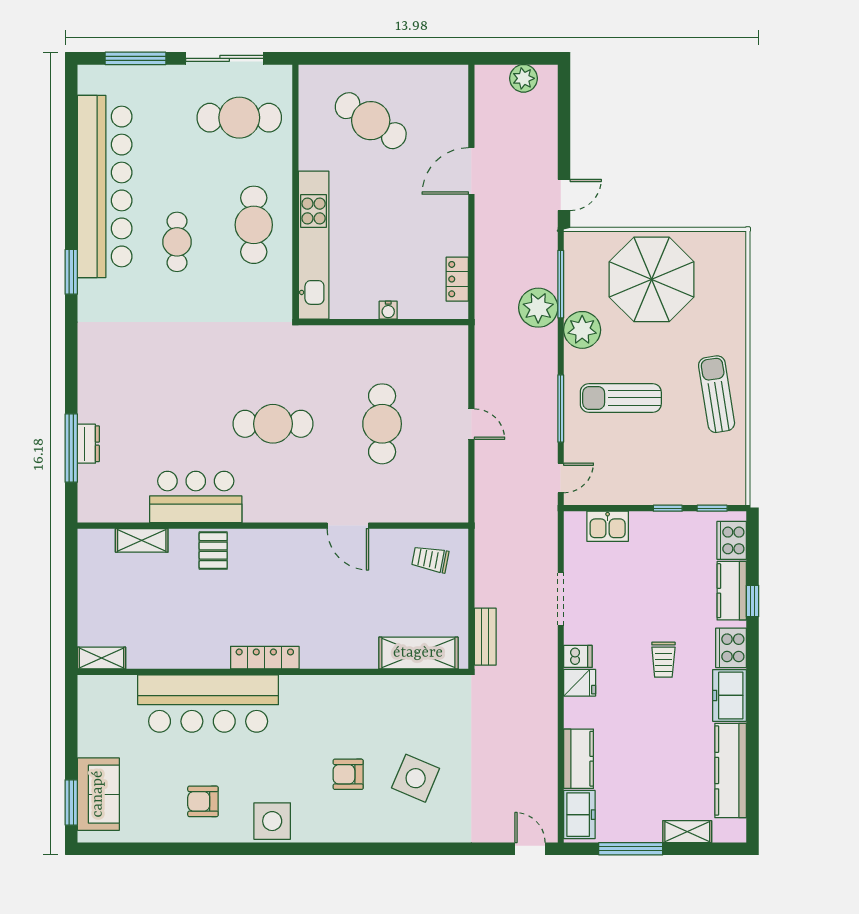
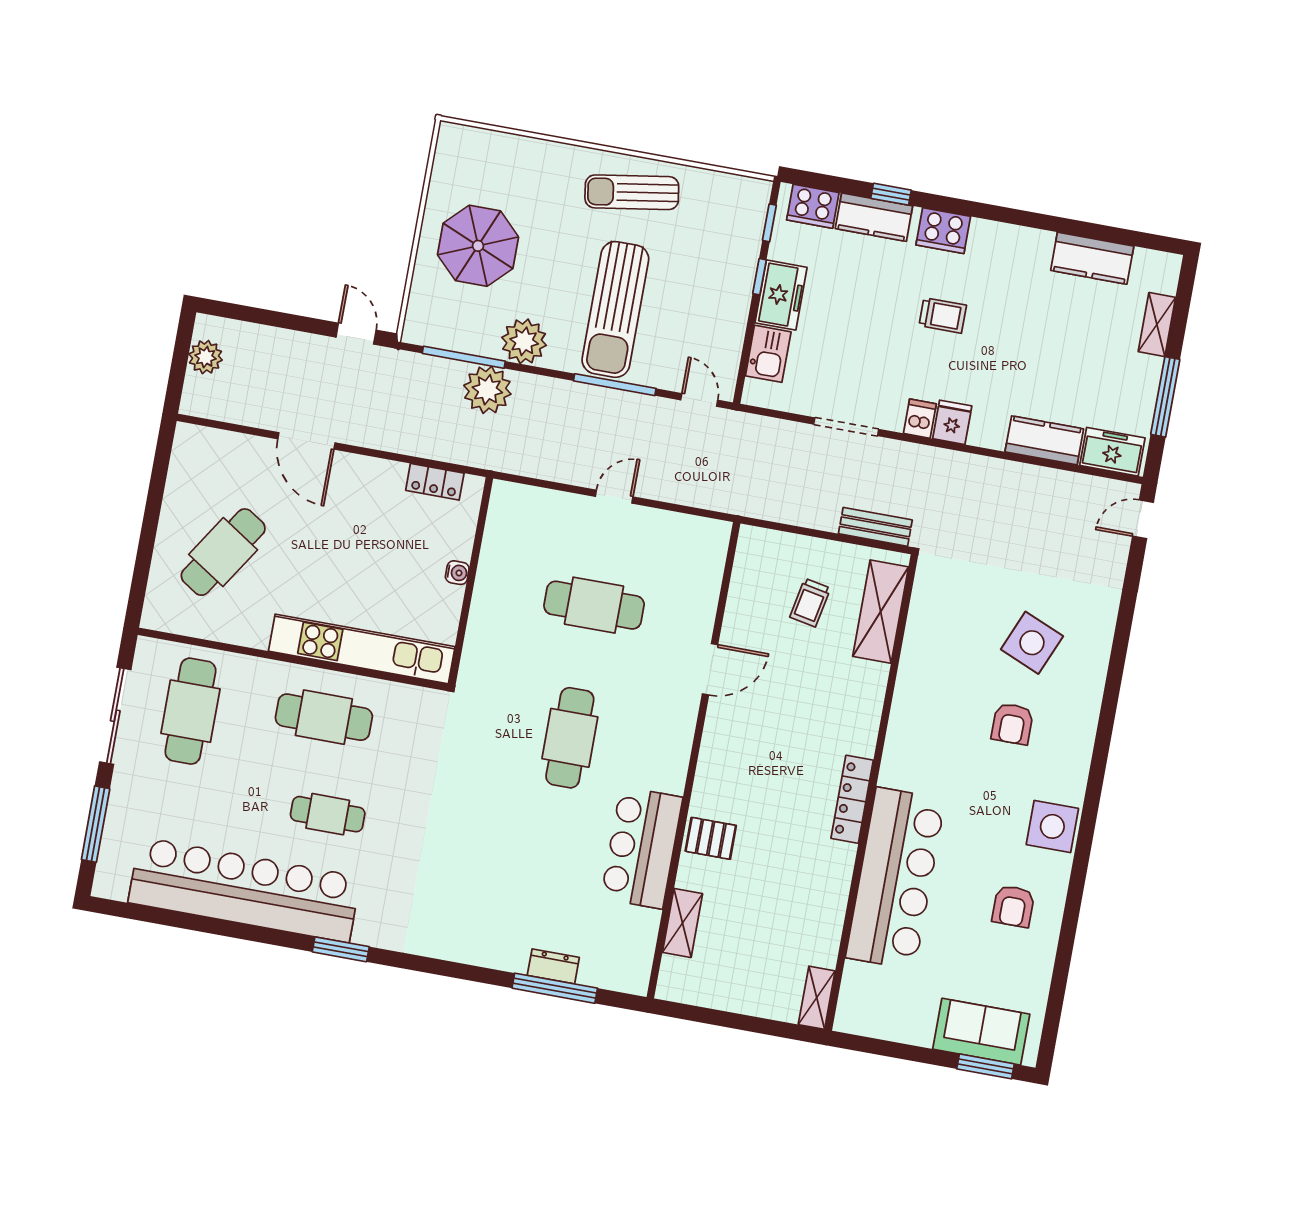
parasol: (652, 279) -> (478, 246), width x0.73, depth x0.73
sun lounger: (621, 398) -> (615, 309), width x1.36, depth x1.34
trolley: (430, 559) -> (810, 603), moved
freezer: (729, 695) -> (781, 295), moved, turned -90
kitchen counter: (731, 771) -> (1092, 258), width x0.67

